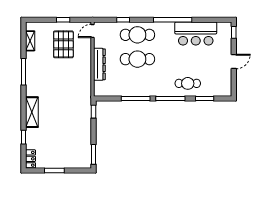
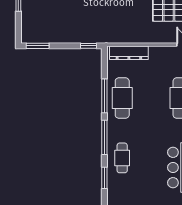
cafe table: (137, 59) -> (122, 98), moved
dresser: (99, 64) -> (129, 53), moved

